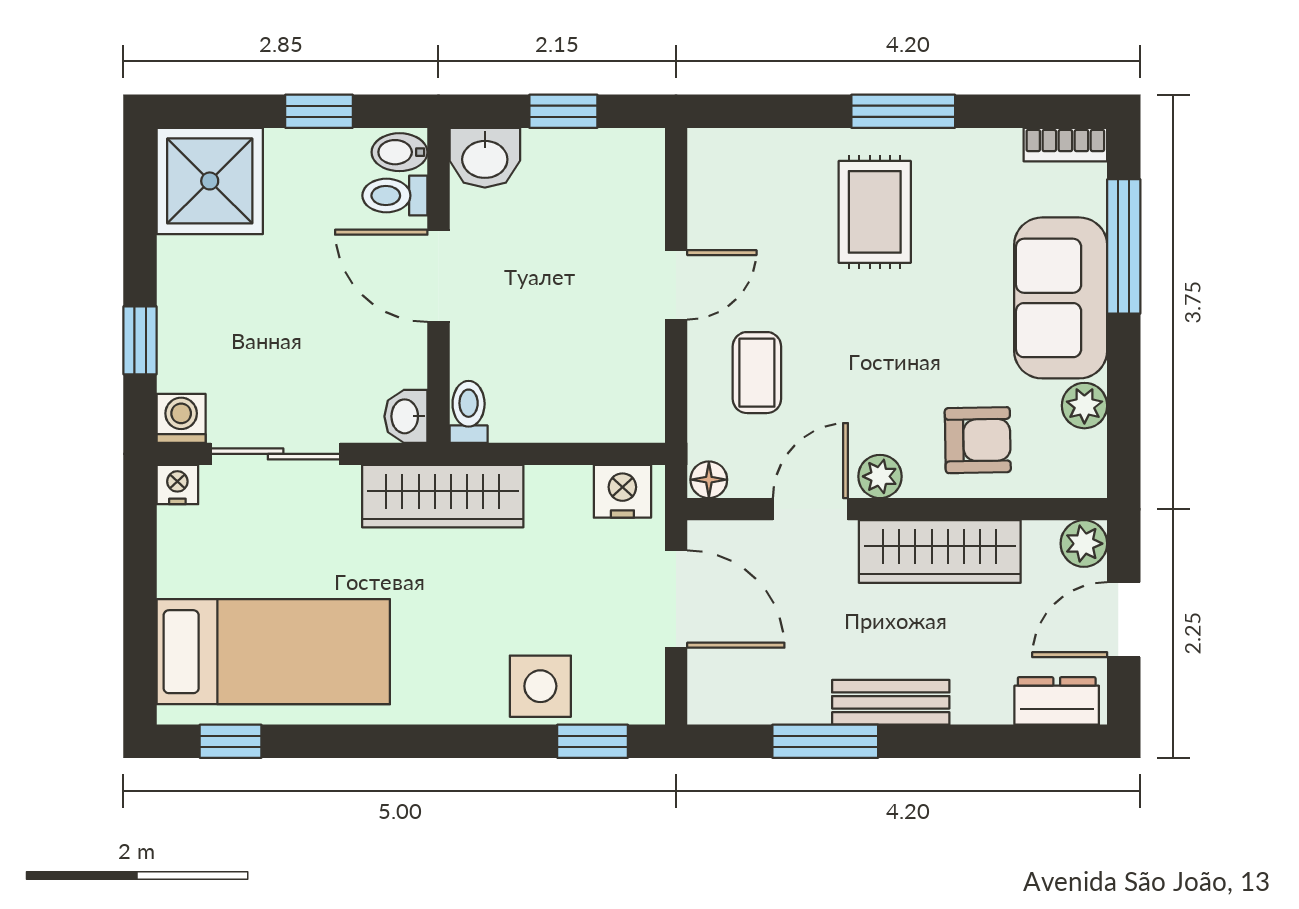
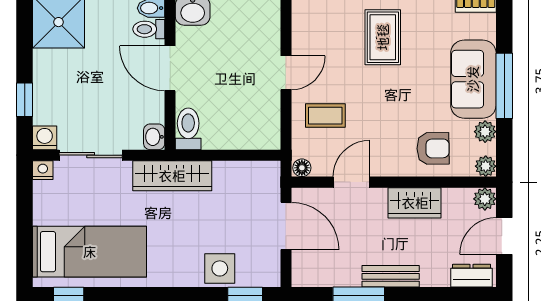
window: (1124, 246) -> (504, 86), moved
coffee table: (757, 373) -> (325, 116), turned 90
toilet: (469, 412) -> (188, 129), width x1.37, depth x1.39
plant: (880, 476) -> (486, 166), moved
nightstand: (622, 491) -> (260, 173), removed
wardrobe: (940, 551) -> (415, 203), width x0.67

